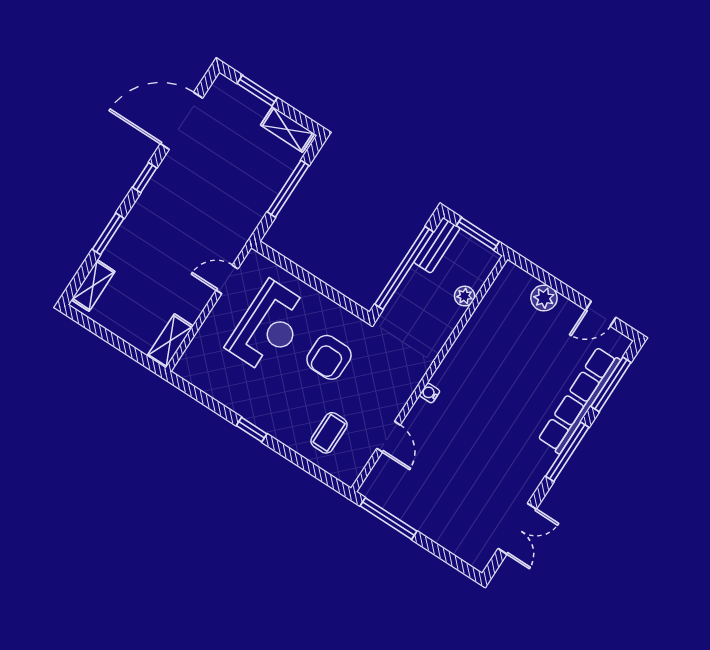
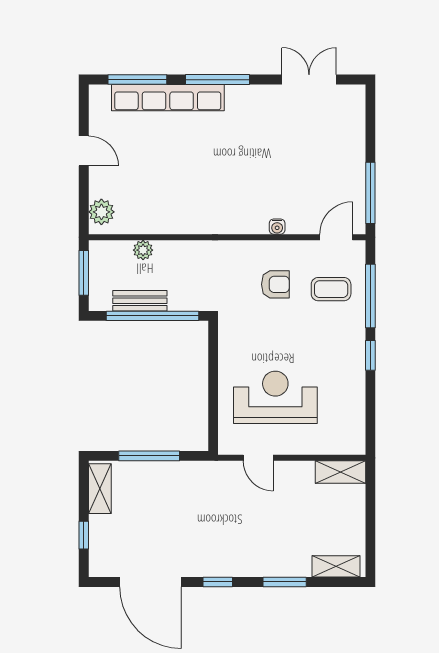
window: (257, 91) -> (84, 535), width x0.67
bench: (437, 245) -> (140, 301), moved
plant: (544, 298) -> (101, 212), moved
door: (601, 314) -> (84, 151), moved
armchair: (329, 357) -> (275, 284), moved, width x0.72, depth x0.72
water cooler: (430, 393) -> (277, 227), moved
door: (388, 437) -> (336, 237), moved
window: (302, 462) -> (370, 296), added

